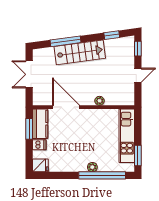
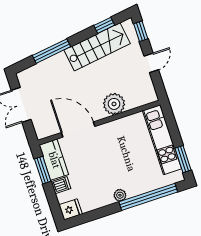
stairs: (80, 52) -> (97, 47), moved
plant: (100, 101) -> (114, 104), width x1.87, depth x1.87
plant: (92, 167) -> (120, 195), moved

